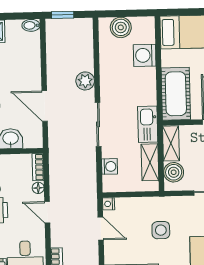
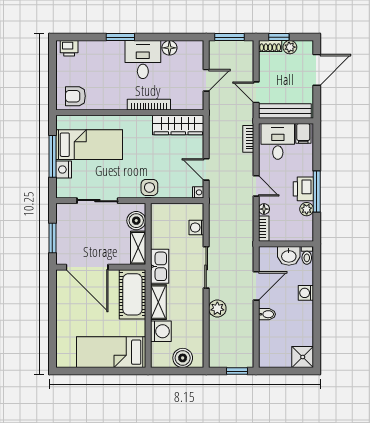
bidet: (31, 25) -> (267, 314), moved
door: (45, 106) -> (256, 286), hinge flipped
shelving: (150, 162) -> (158, 302), moved
side table: (161, 230) -> (149, 187), moved

